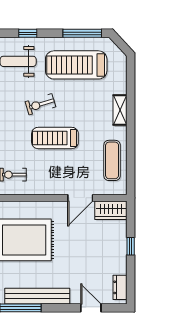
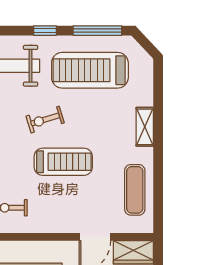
window: (28, 33) -> (45, 31), moved
treadmill: (55, 138) -> (63, 162), turned 180

